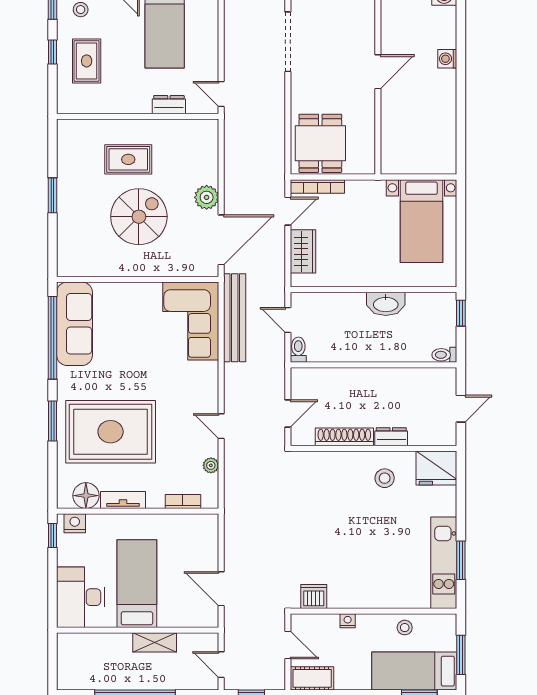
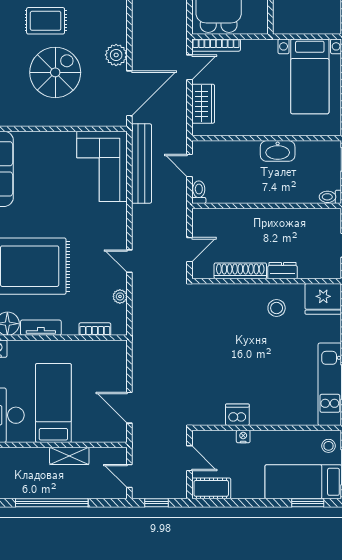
dishwasher: (314, 597) -> (237, 415), moved
stool: (405, 628) -> (329, 446), moved

